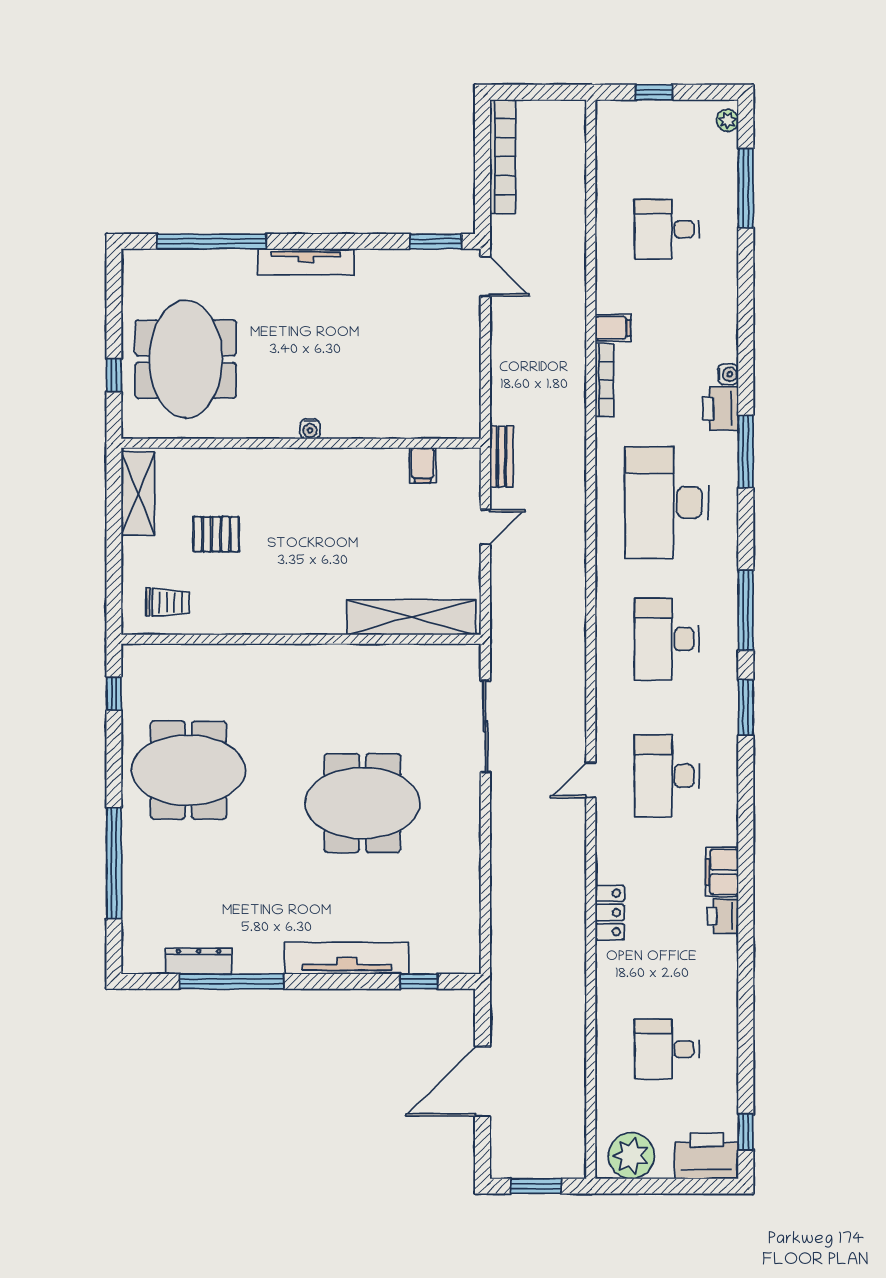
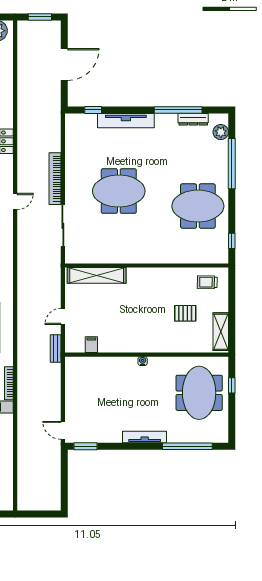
bookcase: (503, 157) -> (55, 179), moved
plant: (138, 933) -> (221, 132), added

